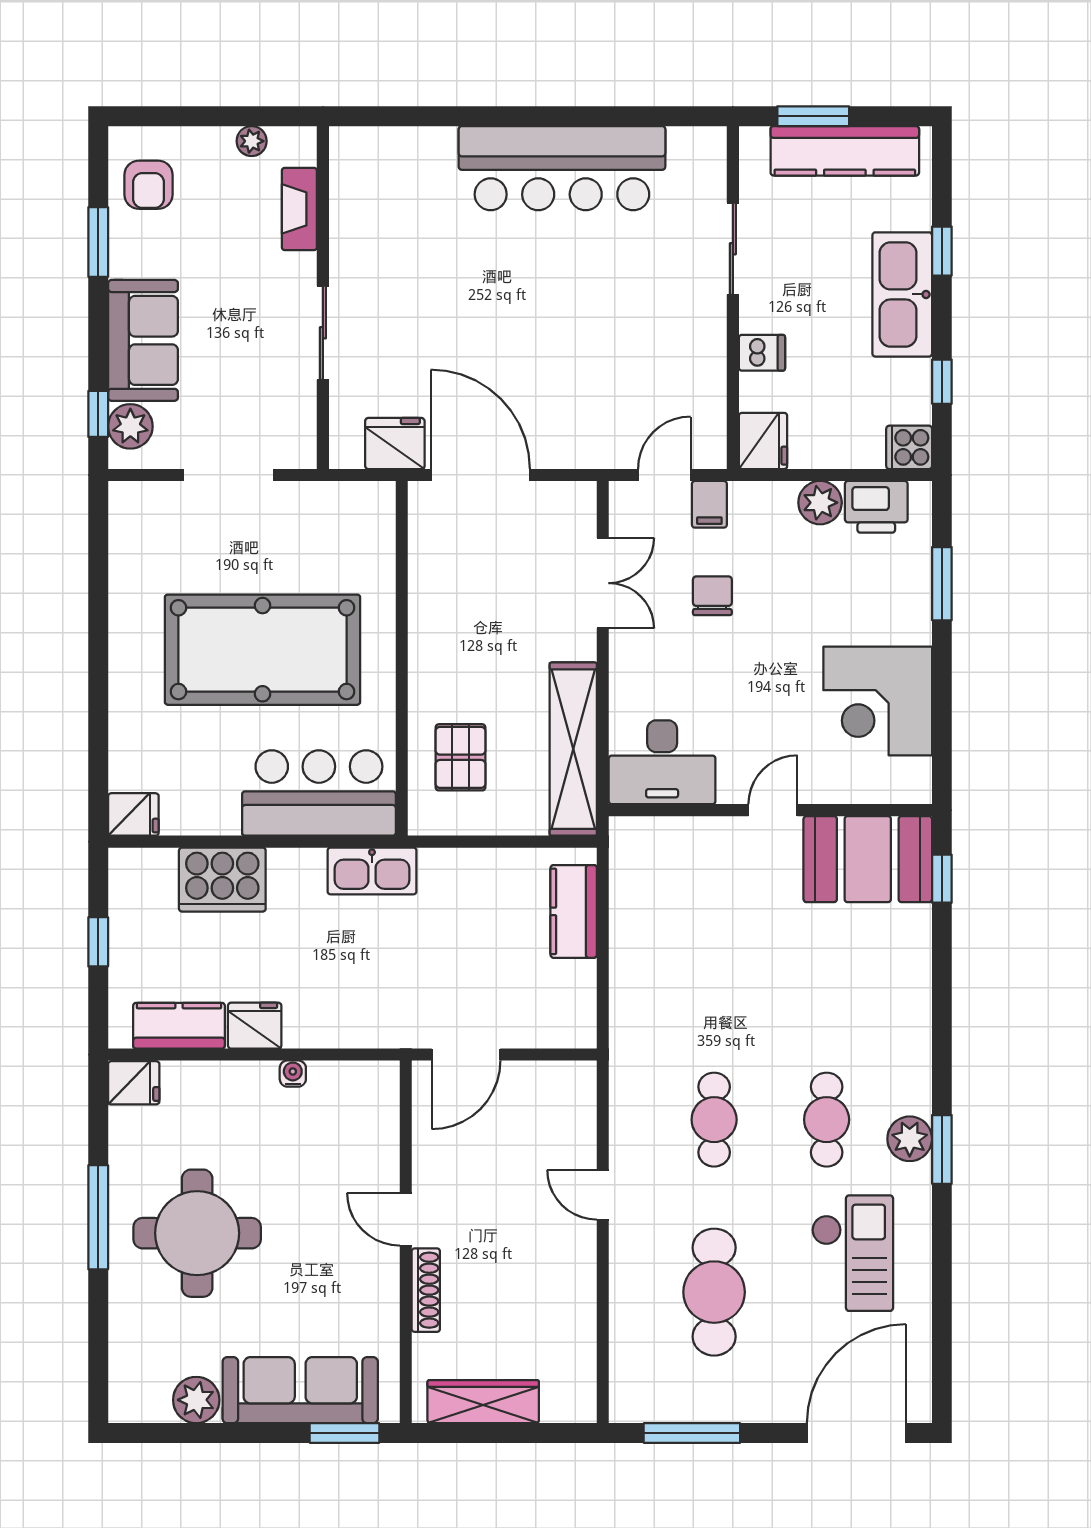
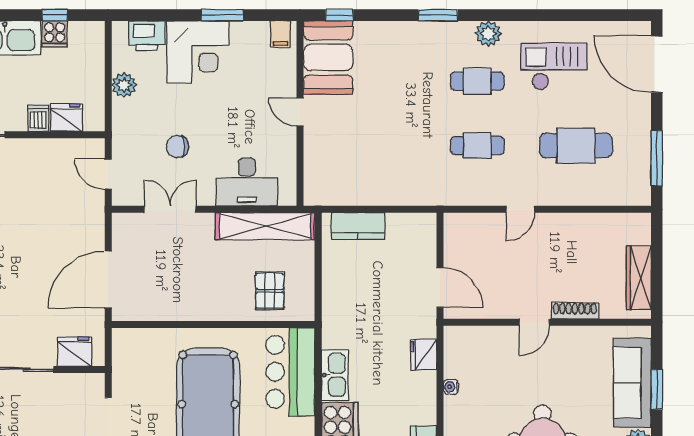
fridge: (763, 441) -> (66, 118), moved
fridge: (395, 444) -> (74, 352), moved, turned 90
cooker: (909, 447) -> (55, 34), moved
filing cabinet: (709, 504) -> (281, 34), moved, turned 90
printer: (876, 507) -> (147, 36), moved, turned 90
window: (942, 584) -> (222, 15), moved
corner desk: (878, 701) -> (198, 52), moved
pallet: (460, 757) -> (270, 291), turned 90
desk: (662, 762) -> (247, 182), moved, turned 90
kitchen sink: (372, 871) -> (335, 375), moved
fridge: (255, 1026) -> (423, 354), moved
window: (942, 1149) -> (438, 15), moved
window: (345, 1433) -> (657, 389), moved

